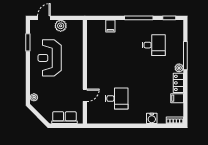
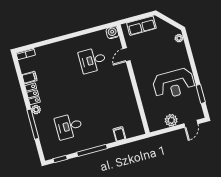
reception desk: (50, 58) -> (174, 84), turned 90
water cooler: (152, 118) -> (112, 33), moved

